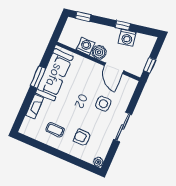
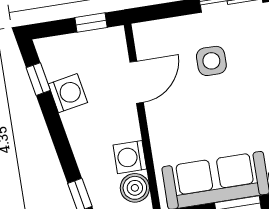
window: (123, 25) -> (38, 79), moved
boiler: (99, 52) -> (135, 188), moved

